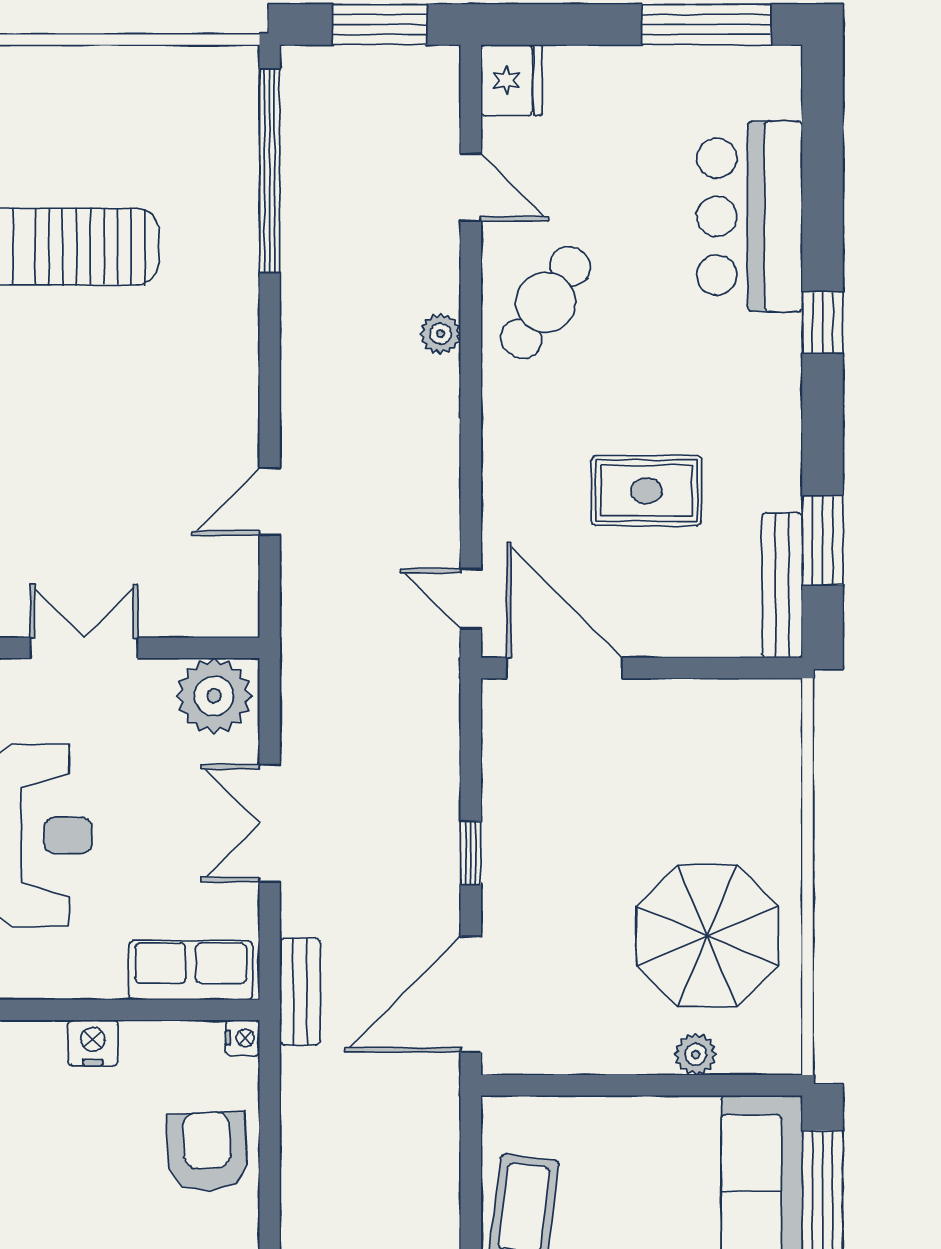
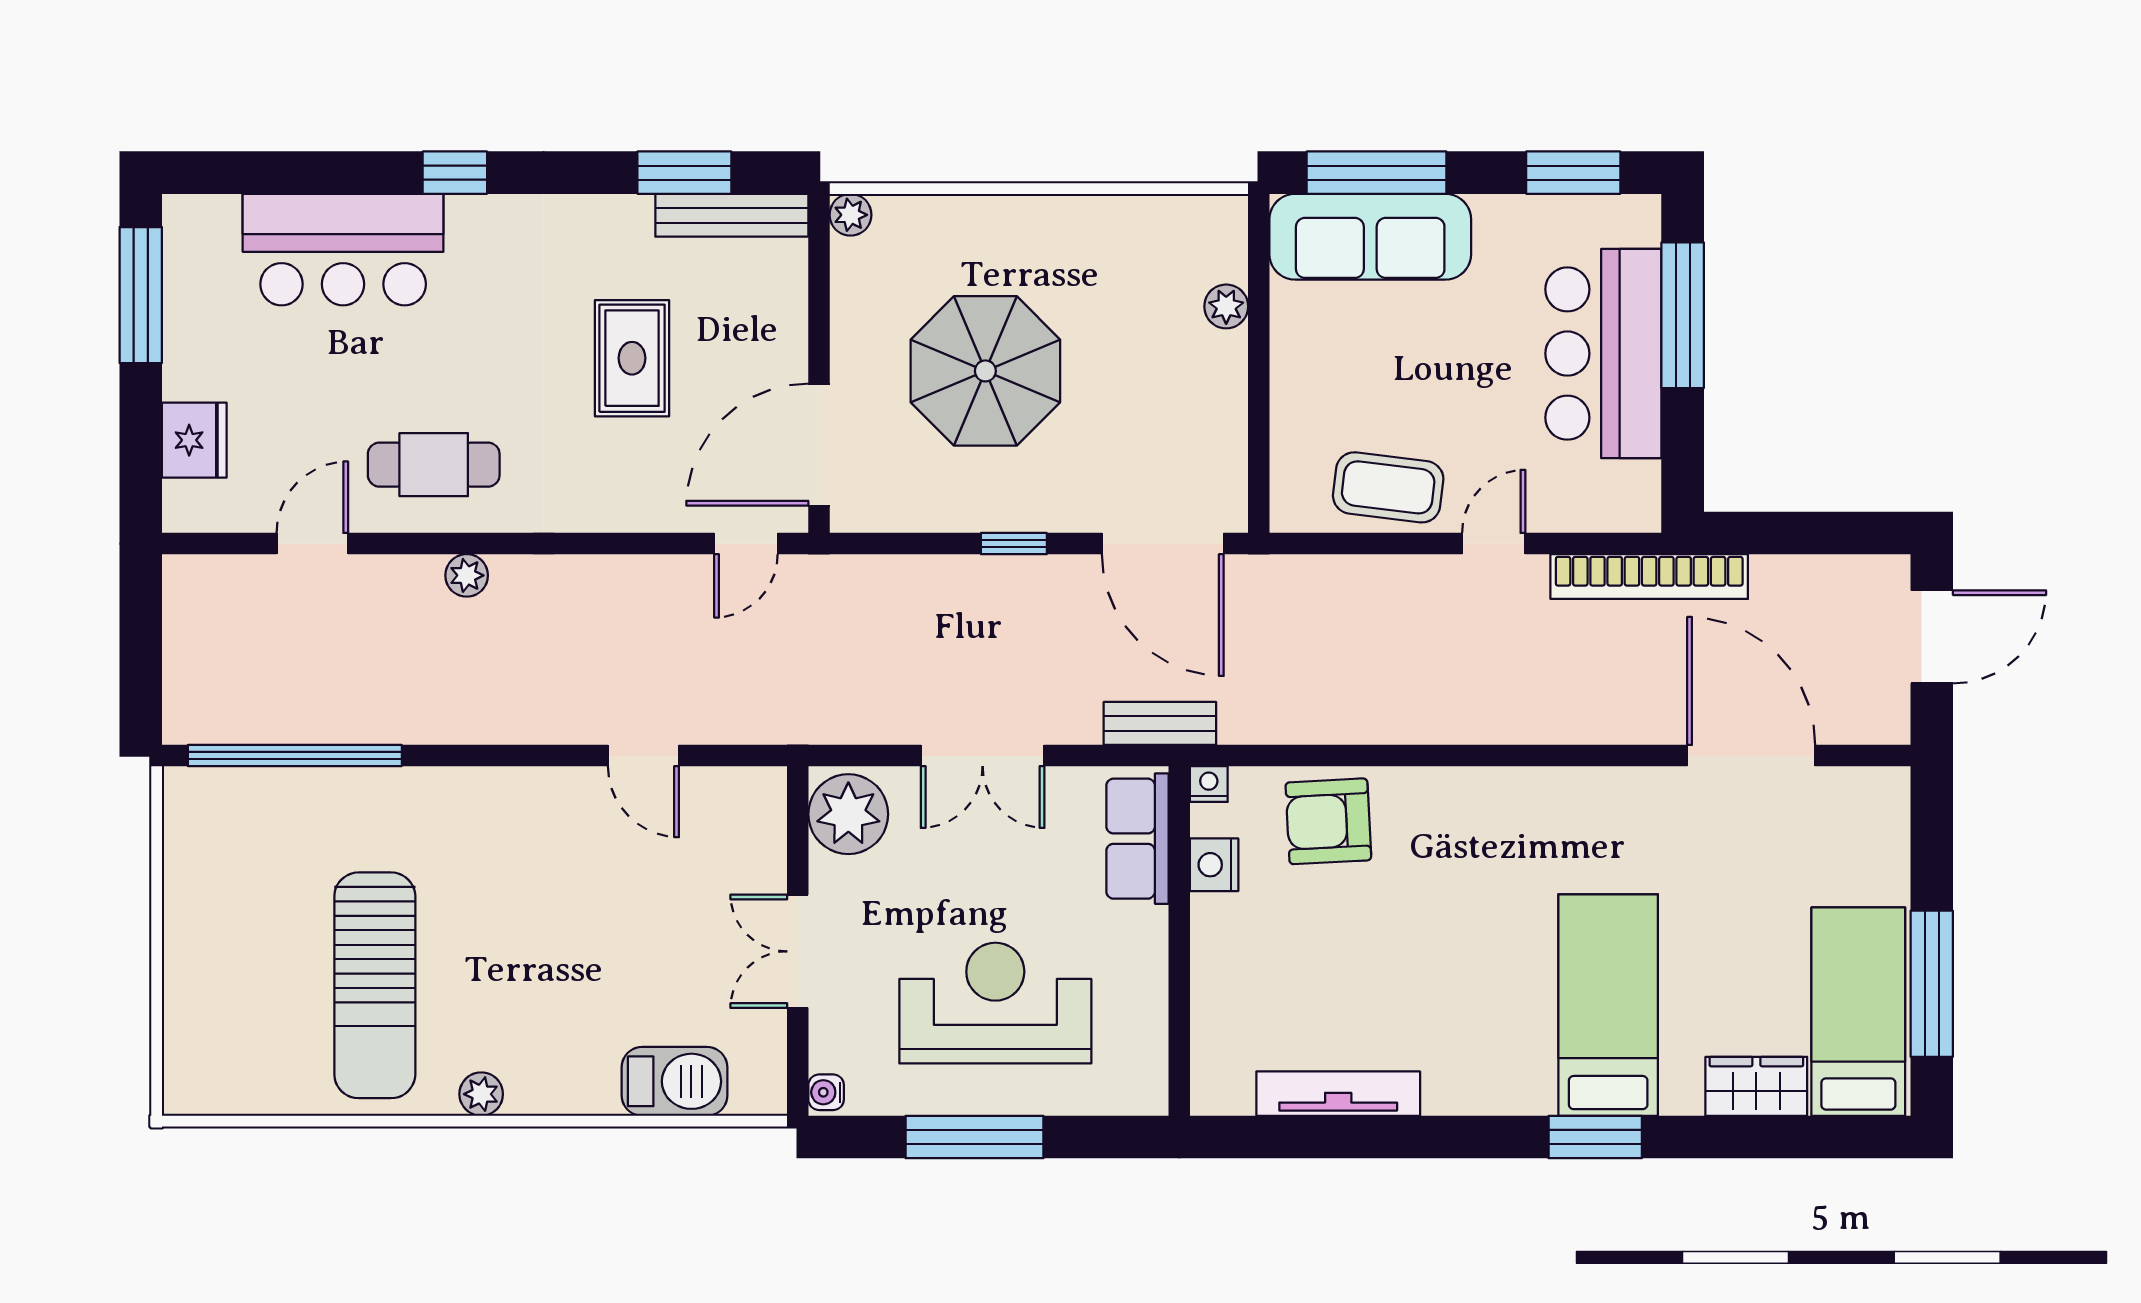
window: (380, 25) -> (141, 640), removed
fridge: (511, 80) -> (194, 440), moved, turned 90
cafe table: (546, 302) -> (434, 465), turned -34
plant: (783, 698) -> (850, 215), added
parasol: (707, 936) -> (985, 371), moved
nightstand: (93, 1043) -> (1214, 865), moved

